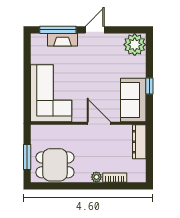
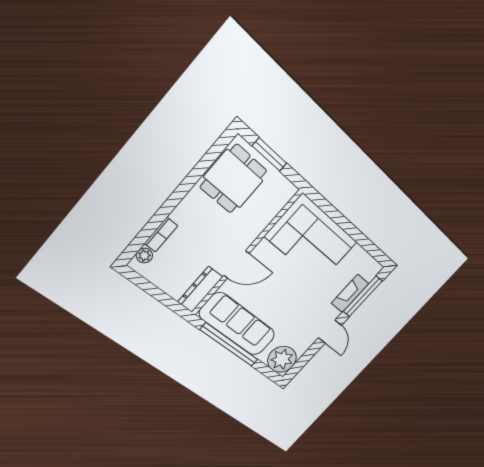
window: (149, 86) -> (229, 345), width x3.17
sofa: (133, 100) -> (237, 324), width x1.36
dresser: (139, 142) -> (200, 289), moved, turned -90
plant: (96, 177) -> (144, 256), moved

